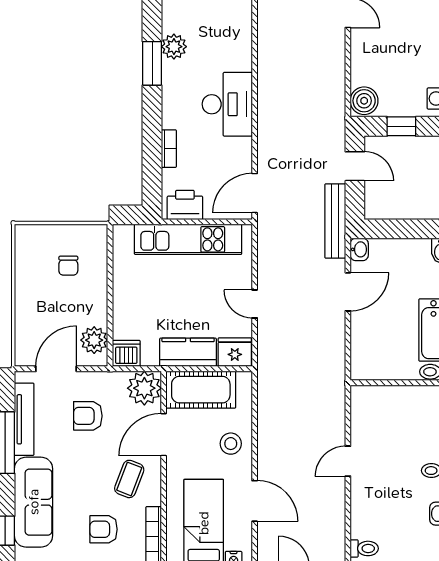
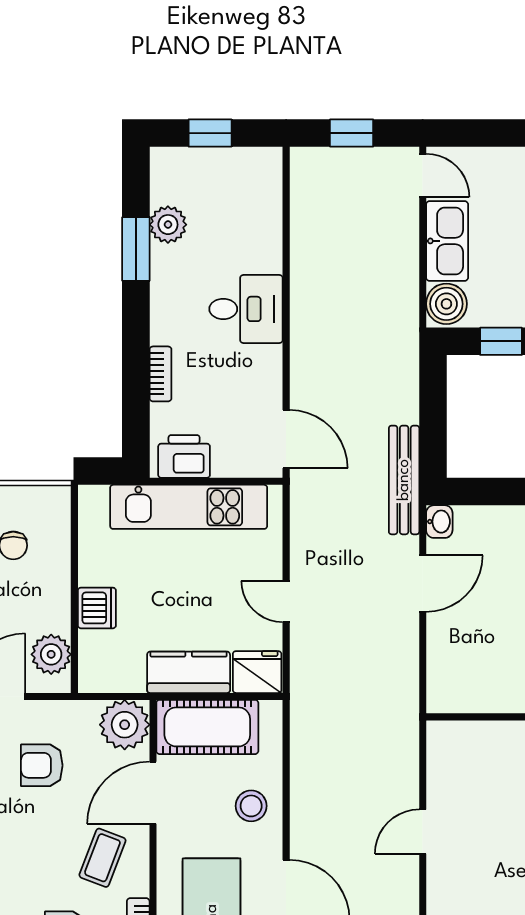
kitchen sink: (365, 58) -> (447, 241), added
desk: (227, 104) -> (246, 309), width x0.73
door: (355, 166) -> (433, 400), removed
door: (255, 193) -> (286, 439), swing flipped
dishwasher: (126, 353) -> (97, 608), moved, turned 90

